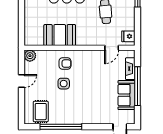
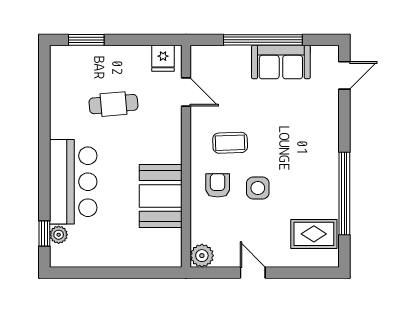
fireplace: (130, 69) -> (228, 54), removed
coffee table: (86, 70) -> (230, 143), added

